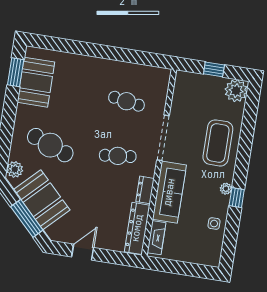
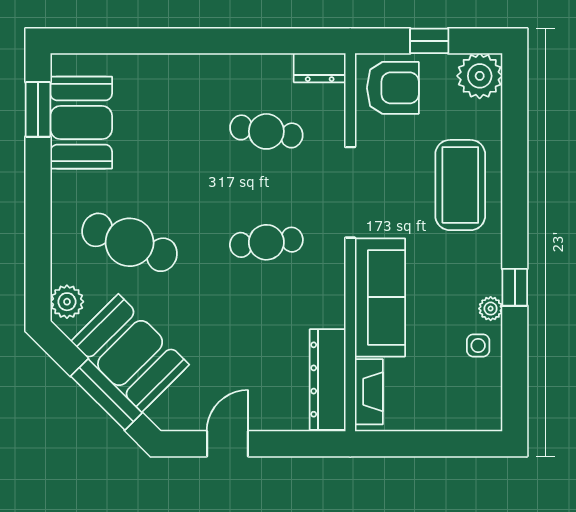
armchair: (192, 90) -> (393, 88), added
plant: (226, 189) -> (491, 309), moved
dresser: (145, 190) -> (320, 68), moved, turned -90

